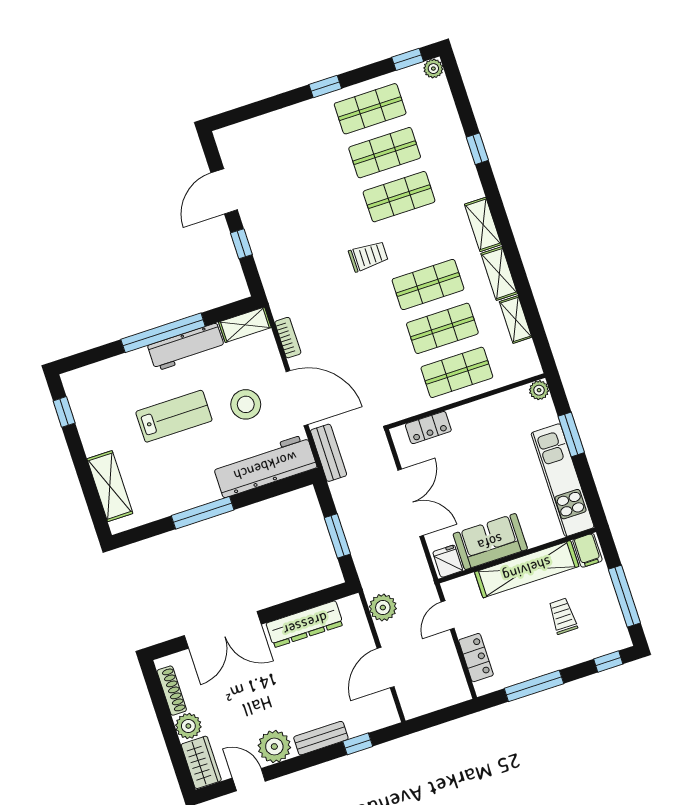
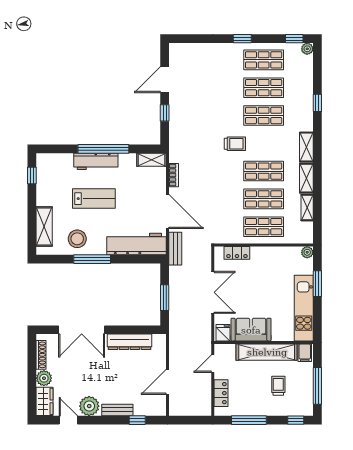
workbench: (186, 347) -> (96, 161), moved
stool: (246, 404) -> (77, 239), moved
plant: (383, 608) -> (177, 347), removed

